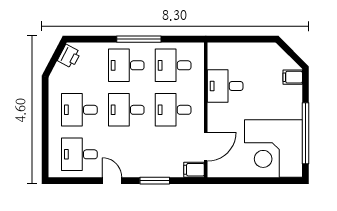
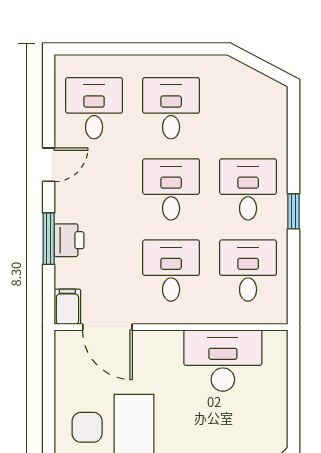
window: (139, 39) -> (293, 211), width x0.46
printer: (69, 56) -> (69, 240), moved, turned -118
desk: (225, 86) -> (223, 361), width x1.37

